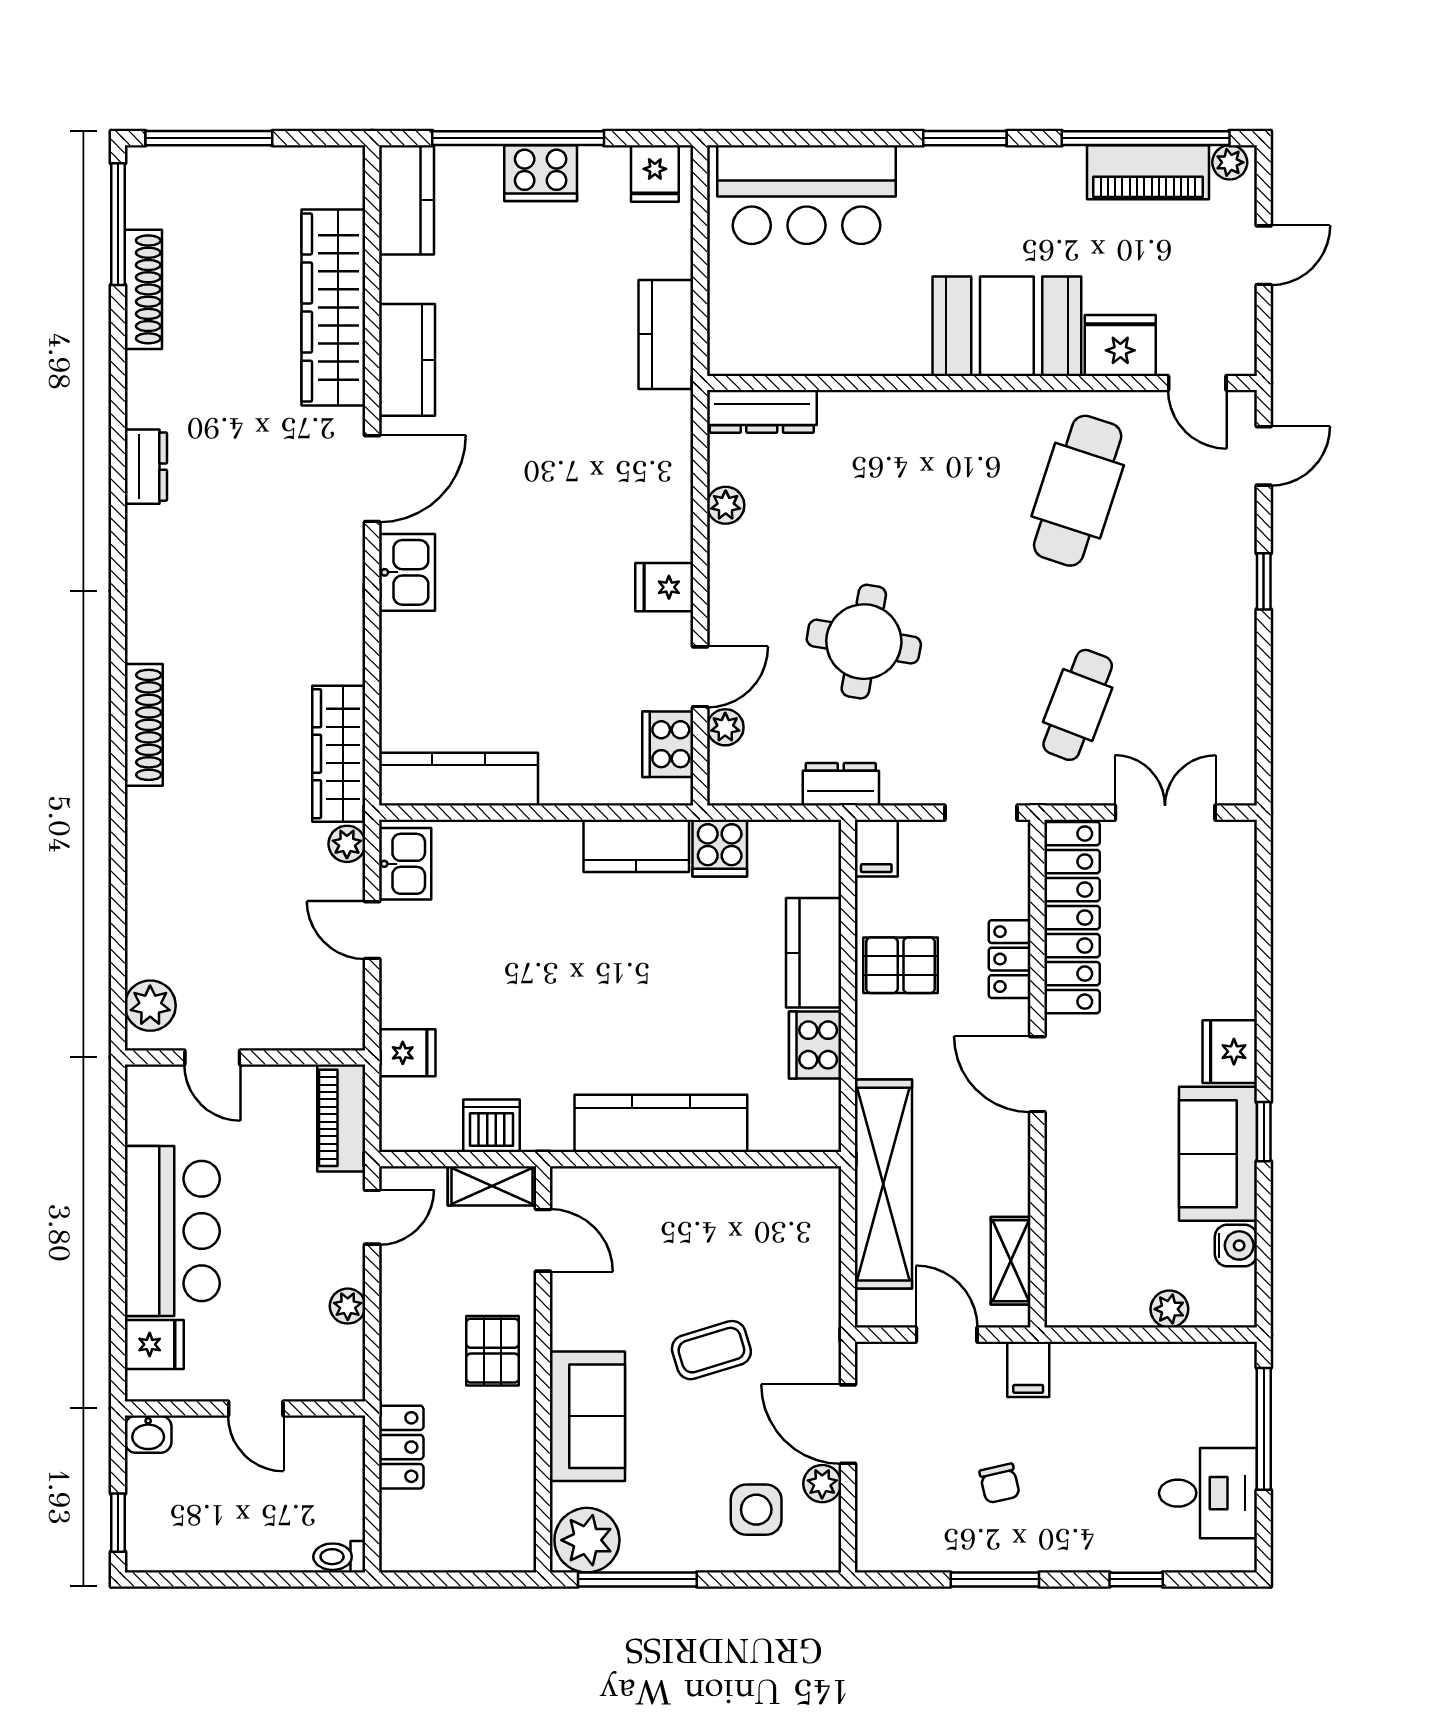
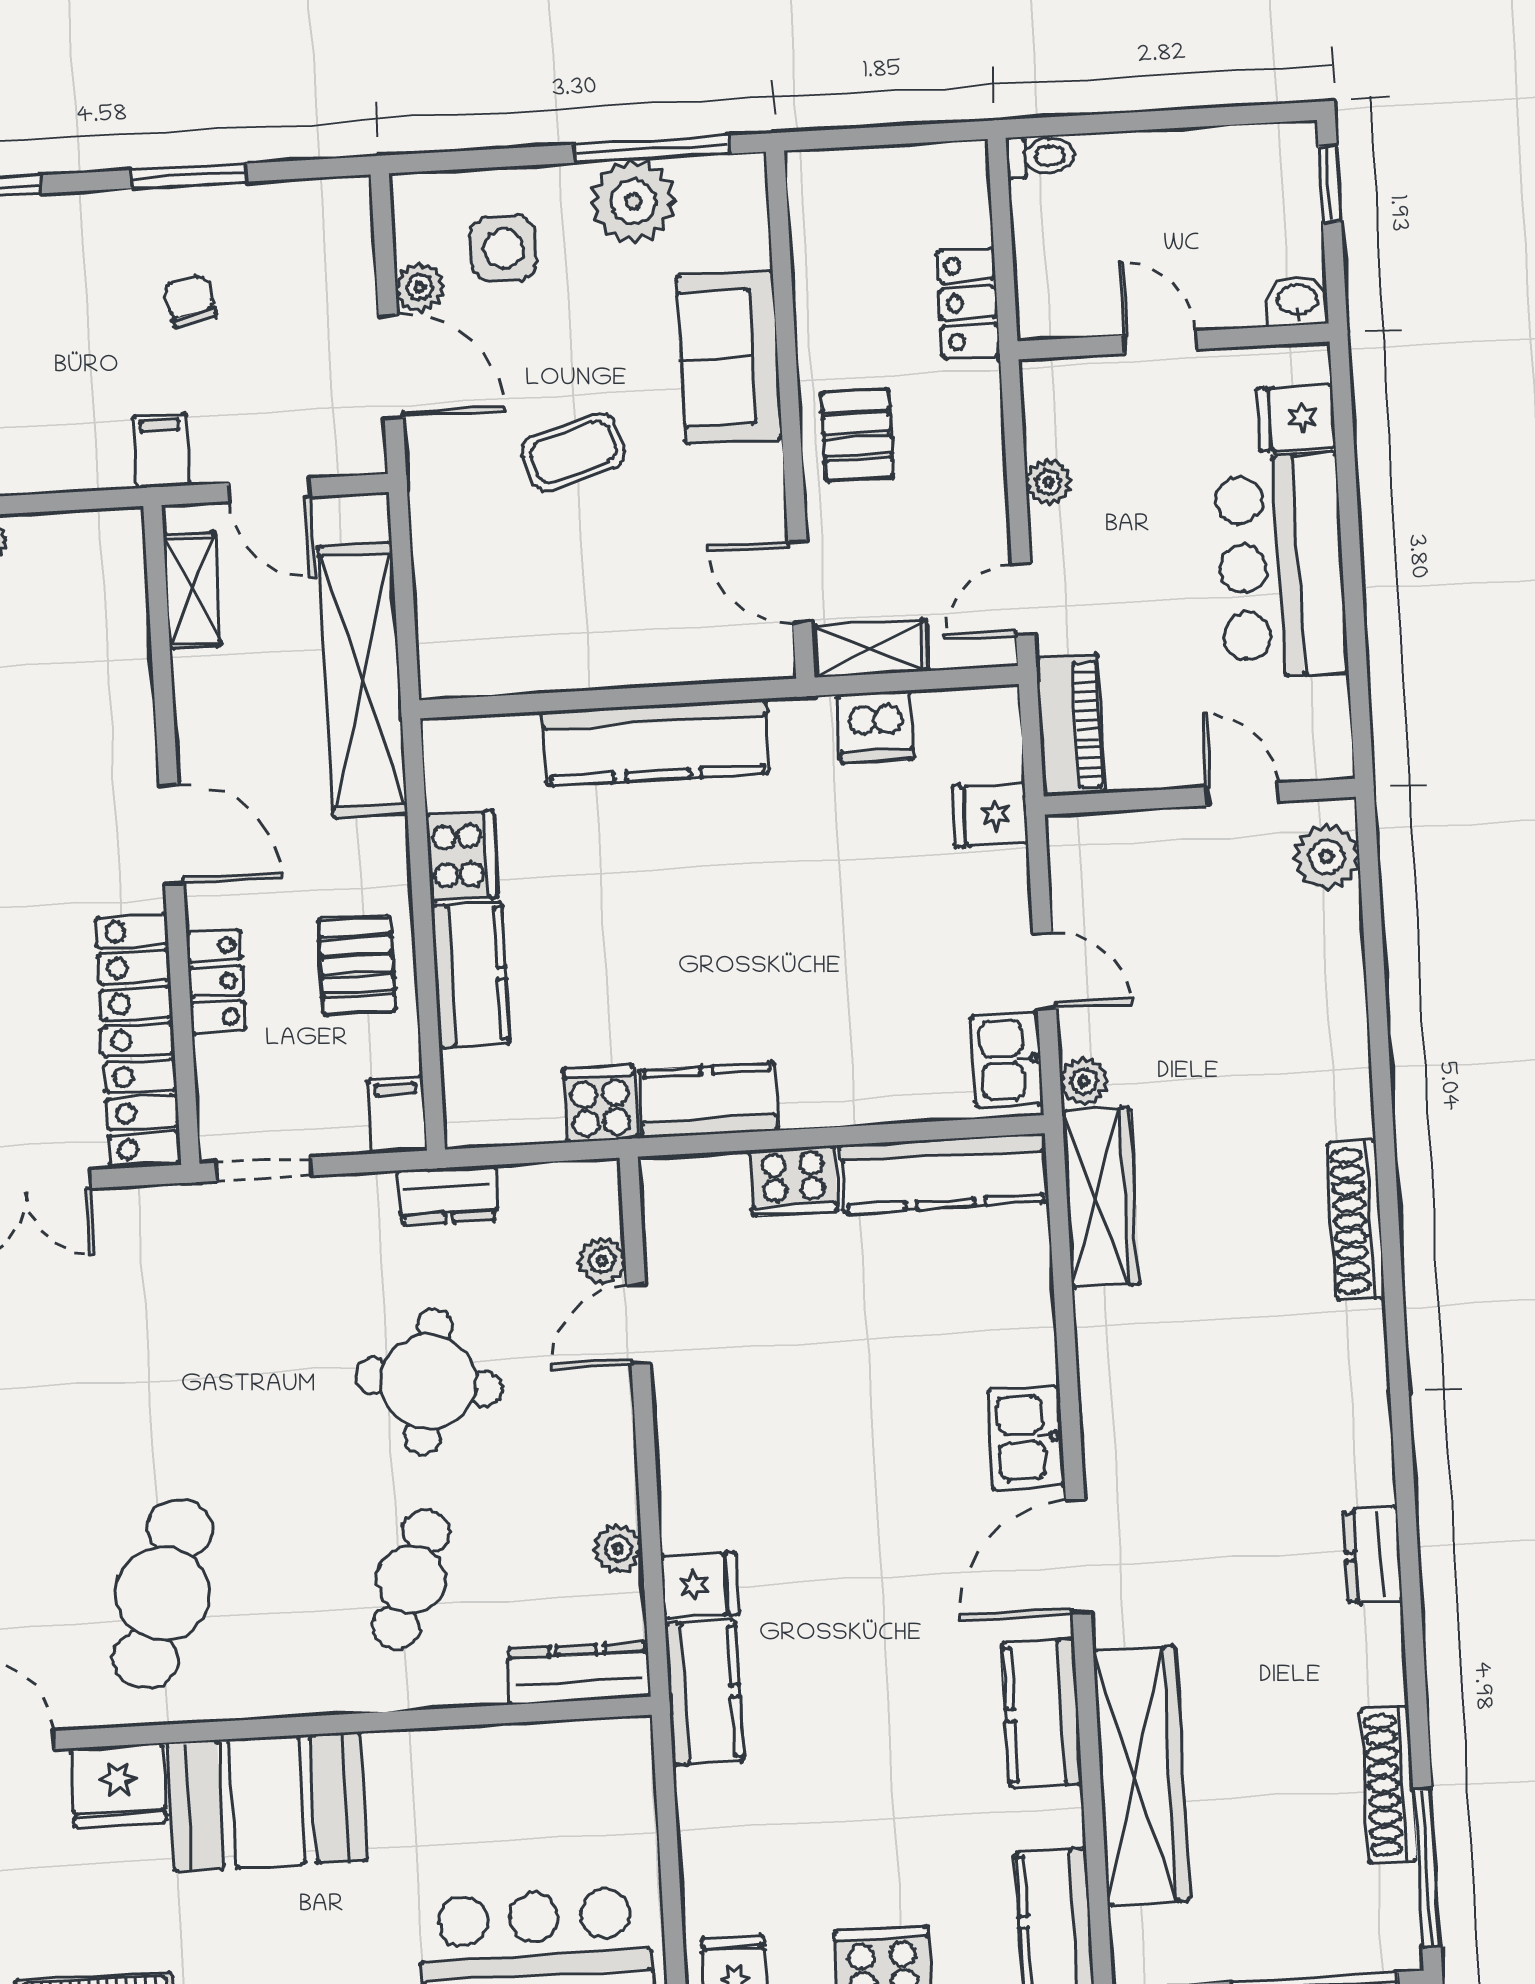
kitchen counter: (666, 334) -> (704, 1692), moved
fridge: (664, 587) -> (700, 1585), moved
cafe table: (1078, 705) -> (411, 1579), moved
cooker: (668, 744) -> (793, 1181), moved, turned 90
pallet: (901, 965) -> (357, 965), turned 90
plant: (587, 1540) -> (633, 201), moved

